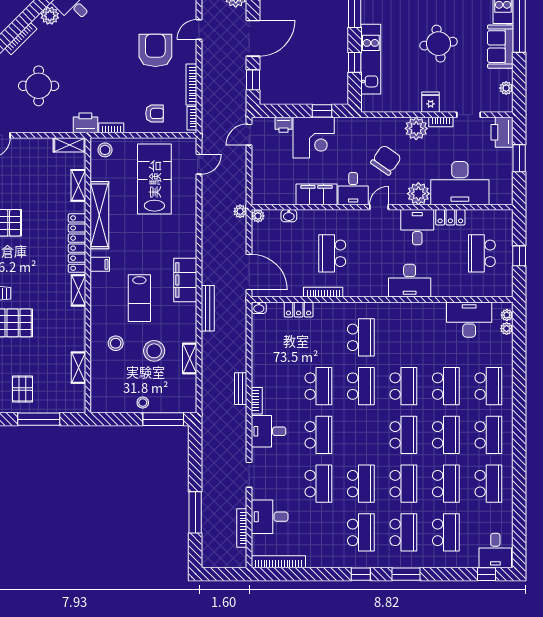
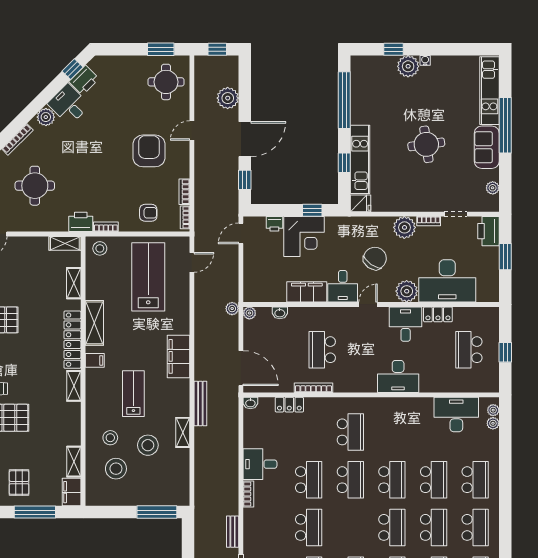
bookcase: (191, 85) -> (184, 192), width x0.64
fridge: (431, 102) -> (360, 203), moved, turned 90
shelving: (99, 215) -> (94, 323), width x0.68
filing cabinet: (185, 280) -> (178, 356), moved
lab bench: (139, 298) -> (133, 394), turned 180
shelving: (190, 359) -> (183, 432), moved
bench: (241, 389) -> (233, 532), moved
filing cabinet: (76, 399) -> (72, 492), added
stool: (143, 403) -> (116, 469), moved, width x1.89, depth x1.89
desk: (269, 431) -> (260, 464), moved

